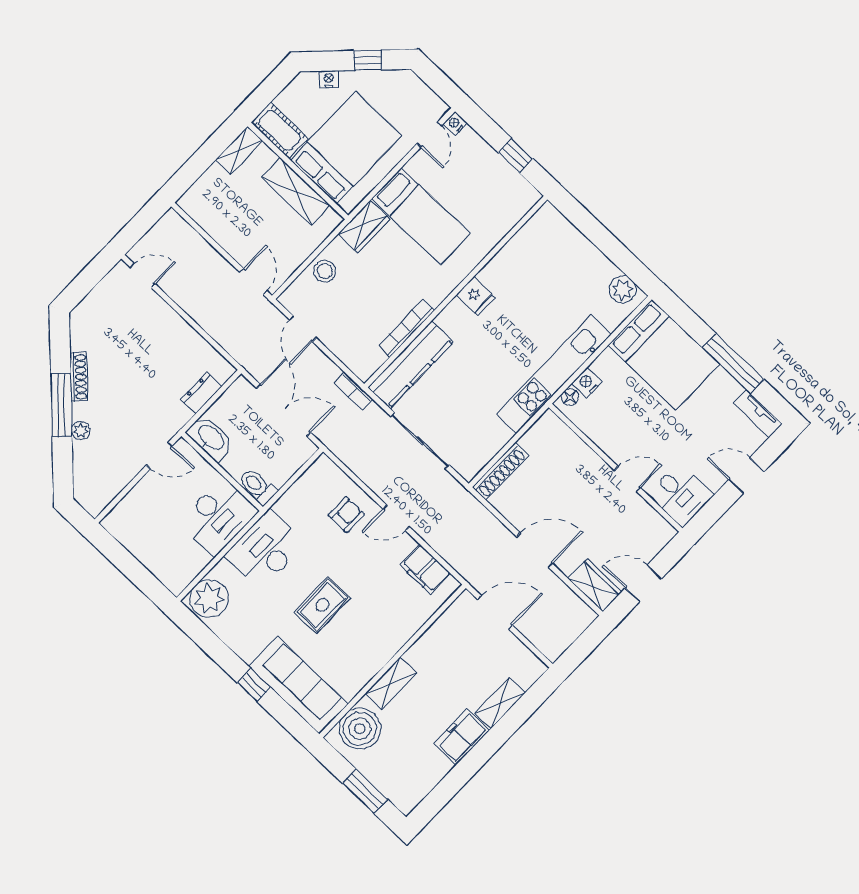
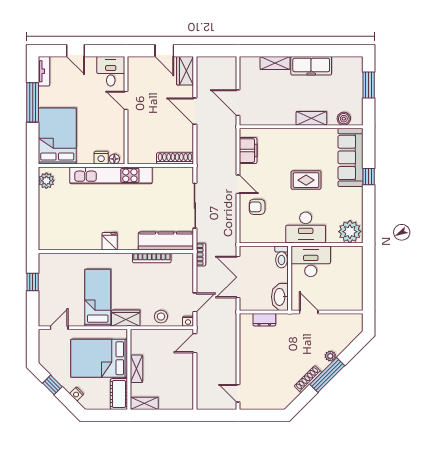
nightstand: (455, 124) -> (188, 321), moved
shelving: (296, 191) -> (136, 369), width x0.67, depth x0.75
boiler: (360, 729) -> (344, 119), width x0.54, depth x0.54
freezer: (462, 737) -> (311, 66), width x1.40

